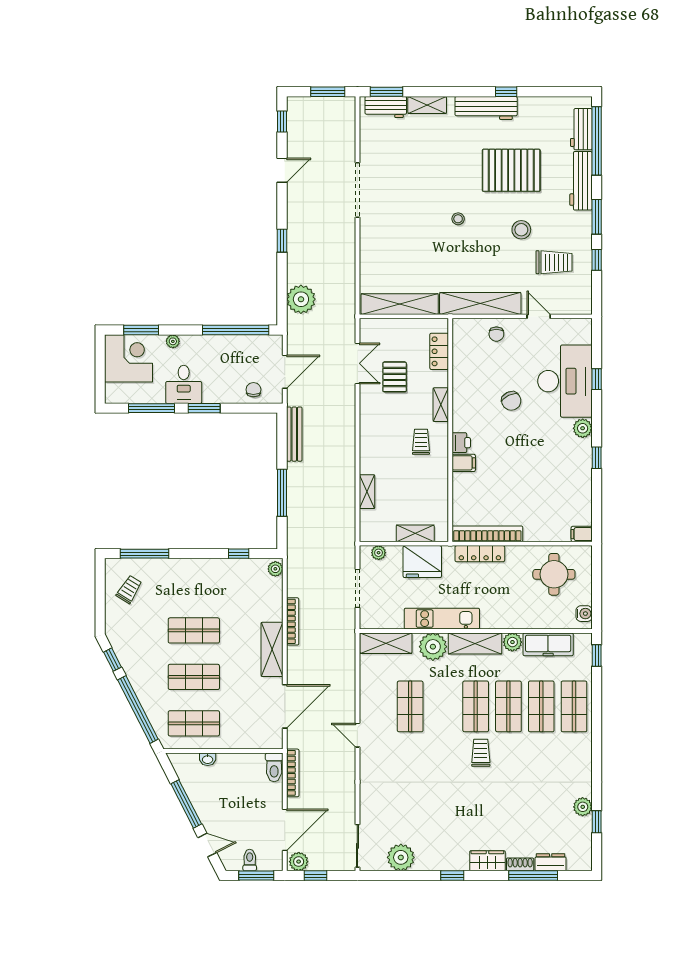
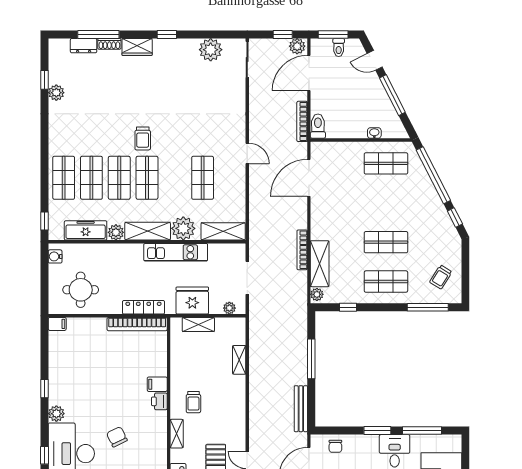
shelving: (272, 649) -> (320, 264), moved
shop shelf: (194, 677) -> (386, 282), moved

